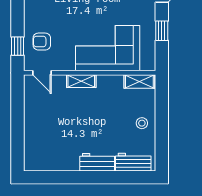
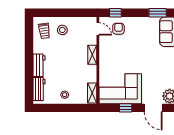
corner sofa: (108, 48) -> (120, 89), moved, turned -90
door: (42, 73) -> (98, 29), swing flipped
stool: (44, 127) -> (62, 30), added
trolley: (45, 154) -> (44, 31), added

